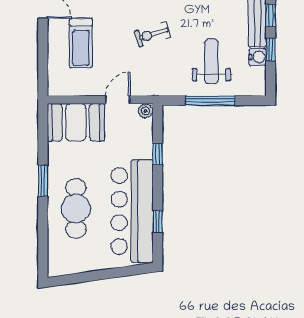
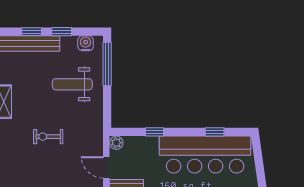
exercise bike: (152, 34) -> (48, 137), turned 107
water cooler: (258, 57) -> (86, 43), moved
window: (210, 101) -> (107, 64), moved

